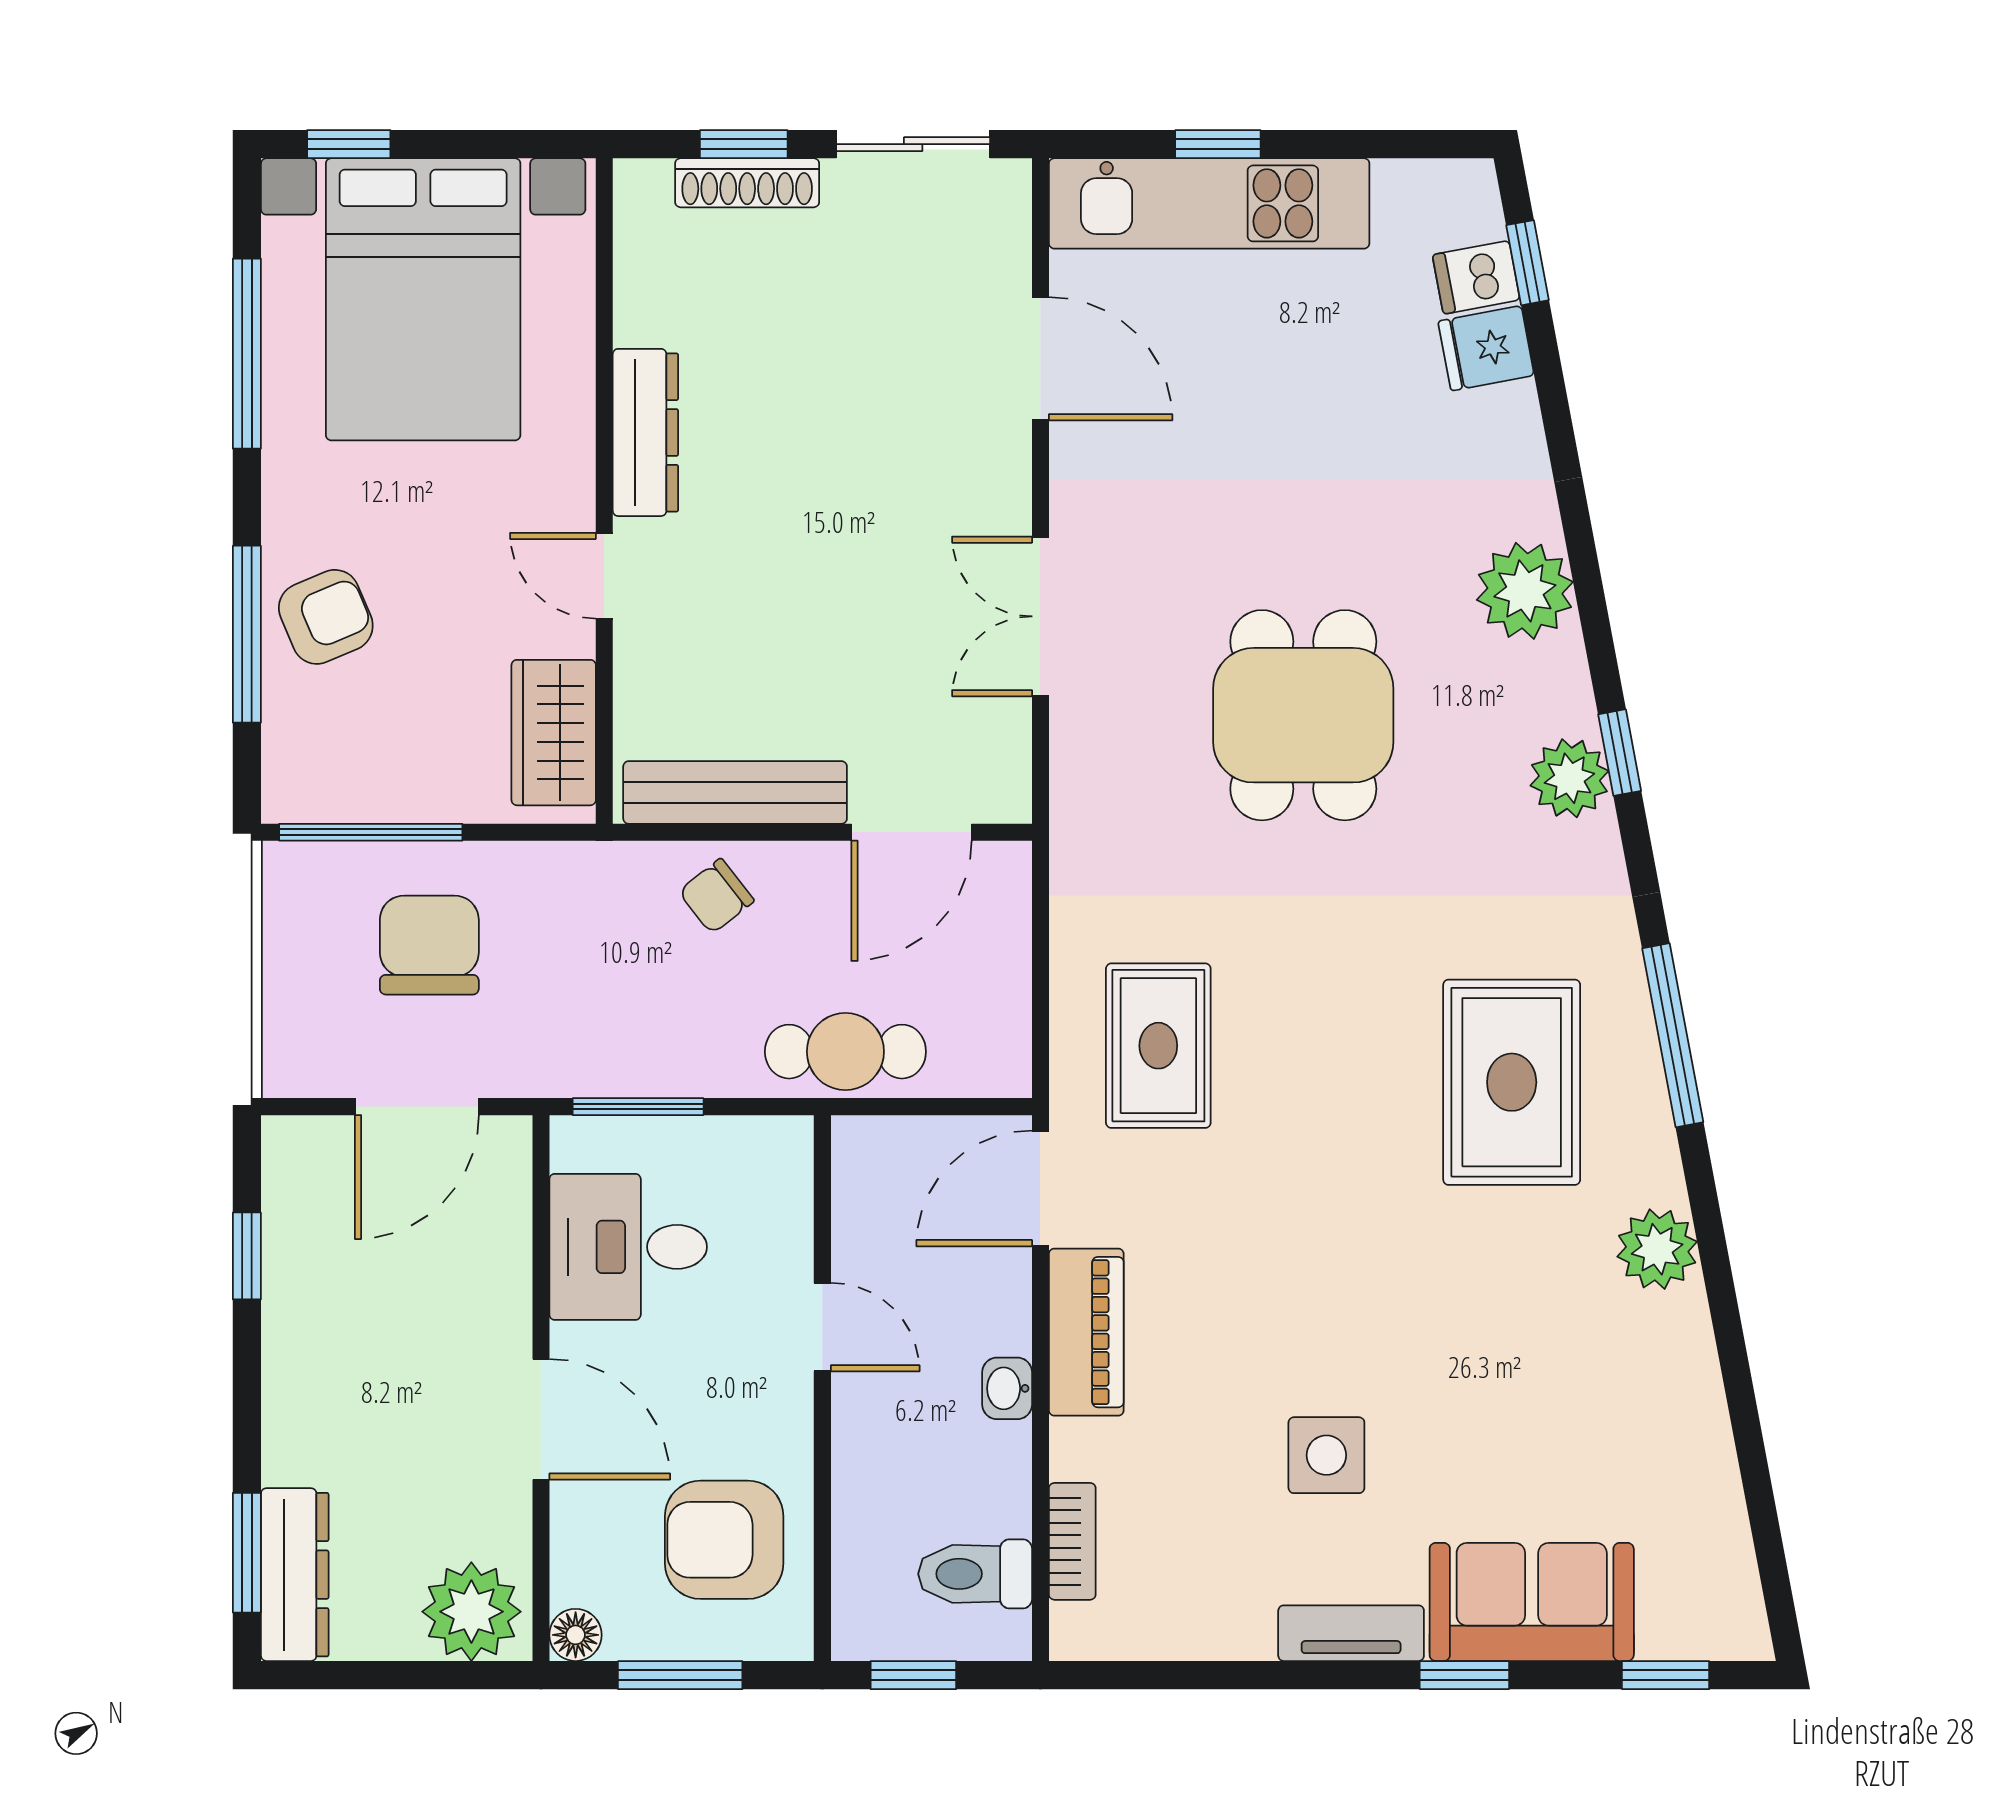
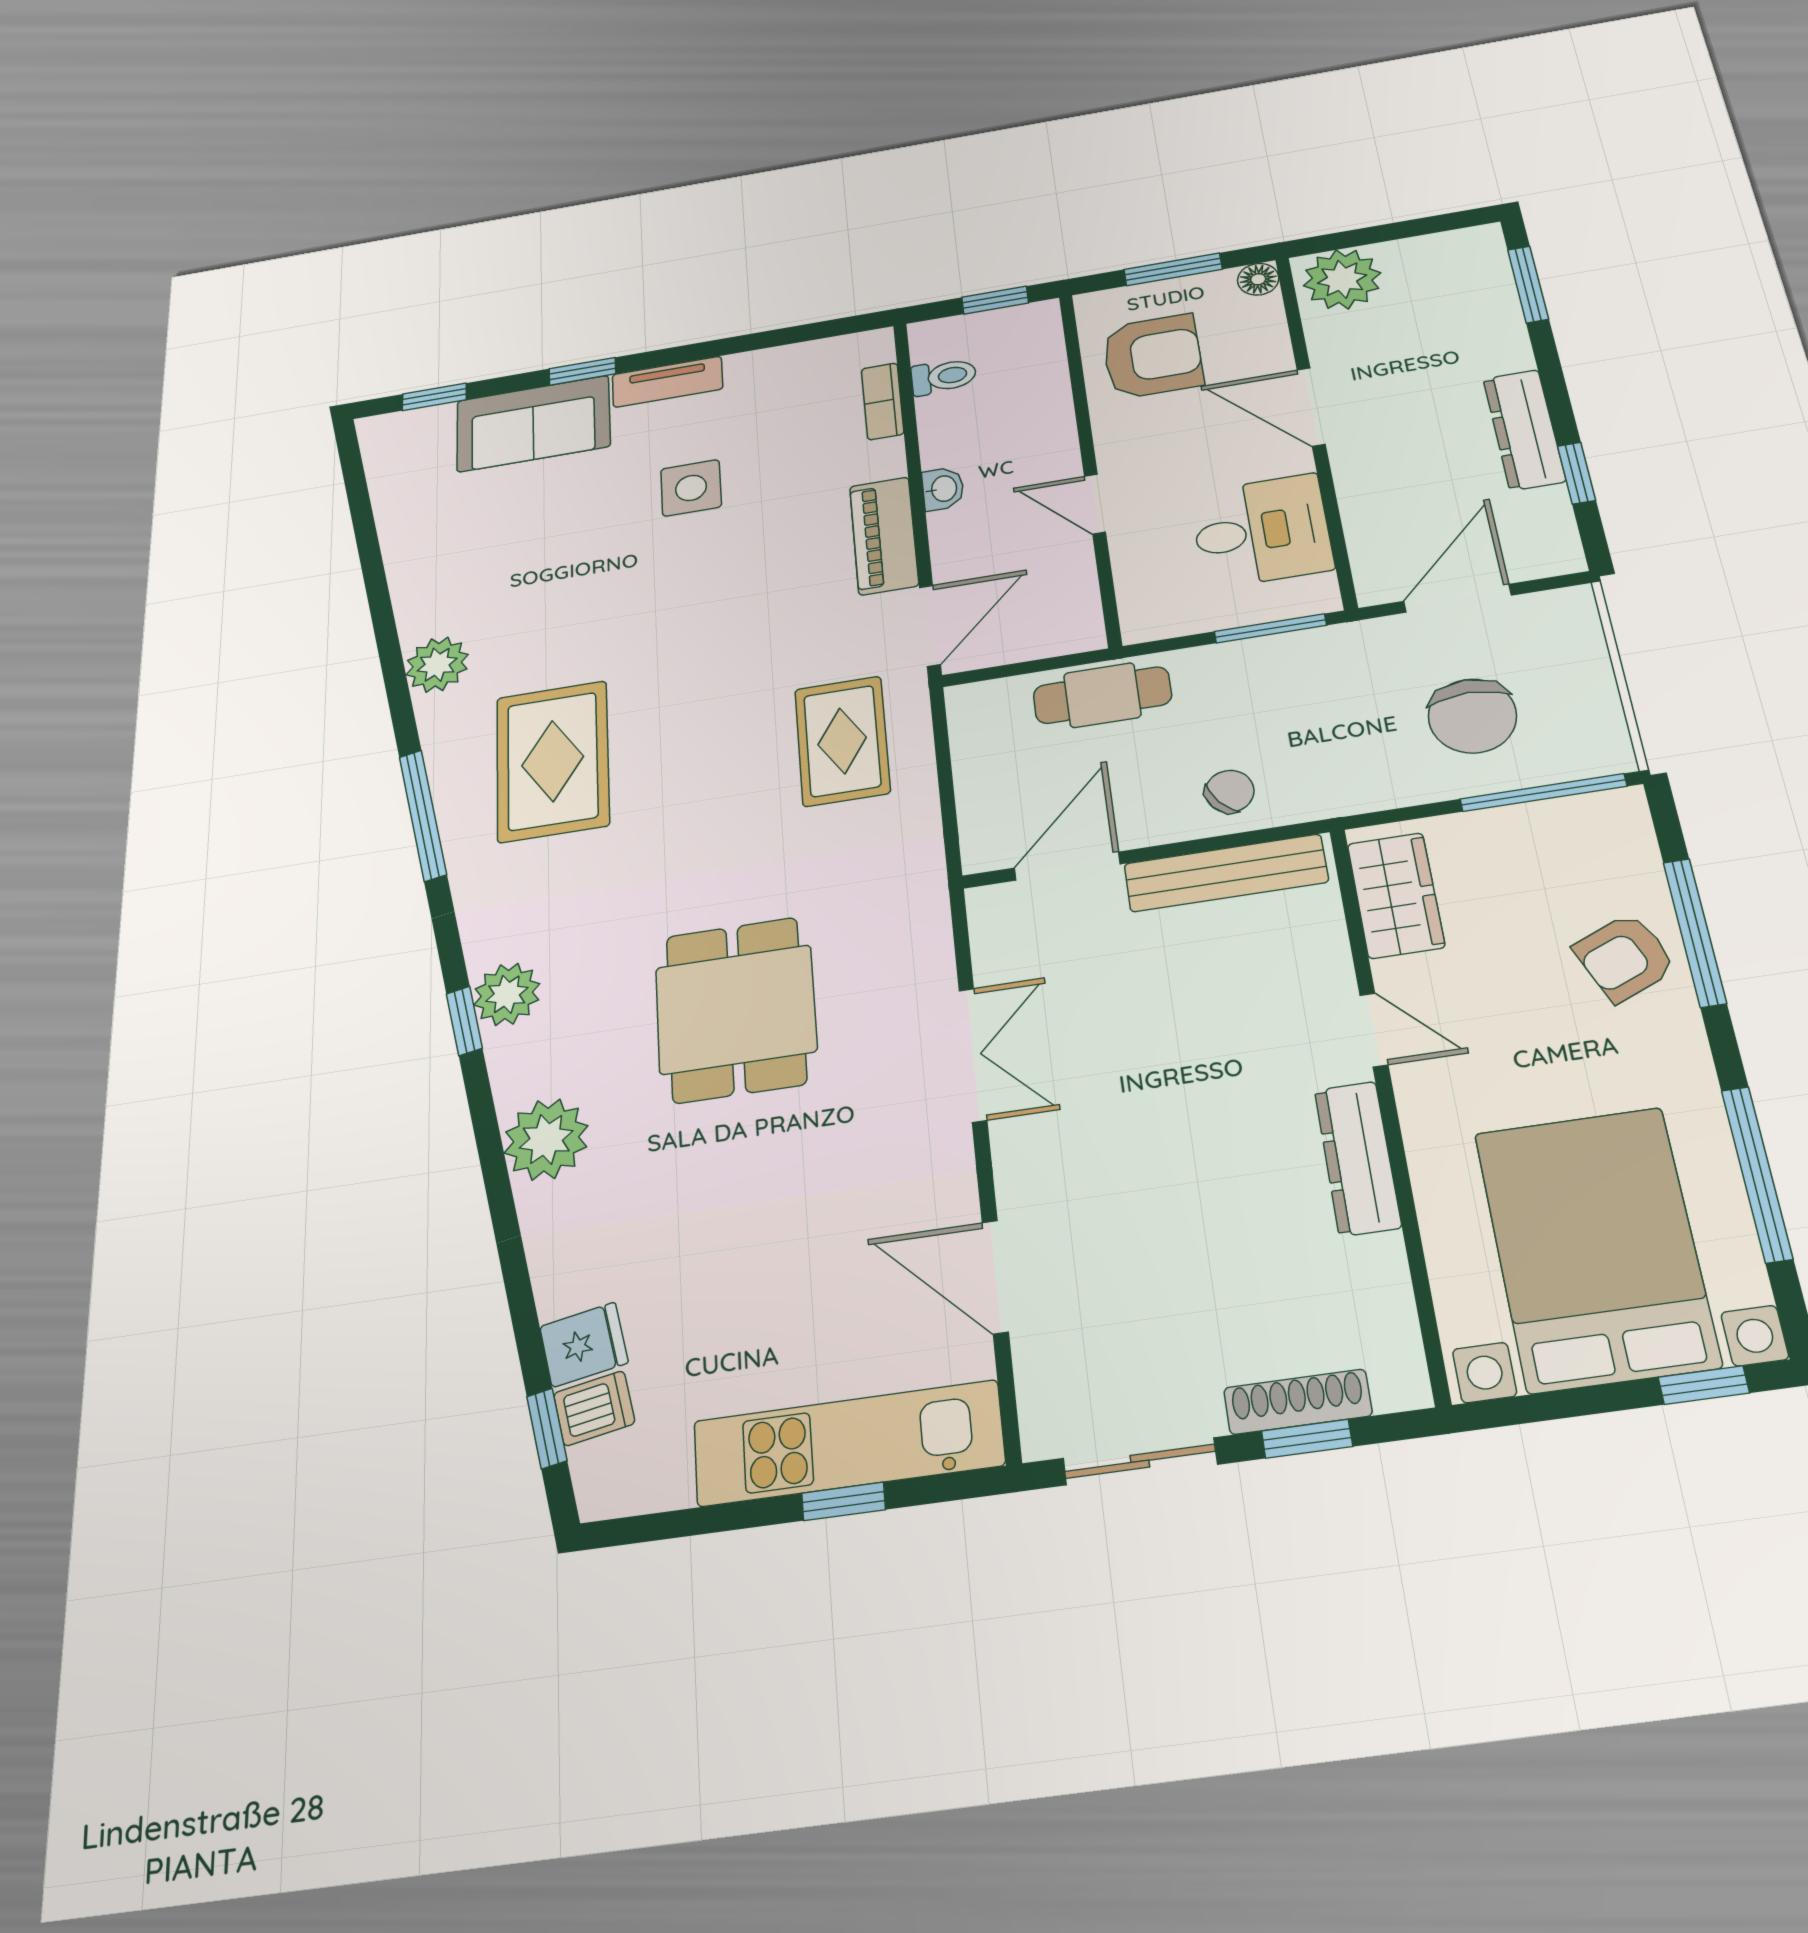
toilet: (975, 1574) -> (944, 377), width x0.73, depth x0.72
dresser: (295, 1575) -> (1524, 430), moved

